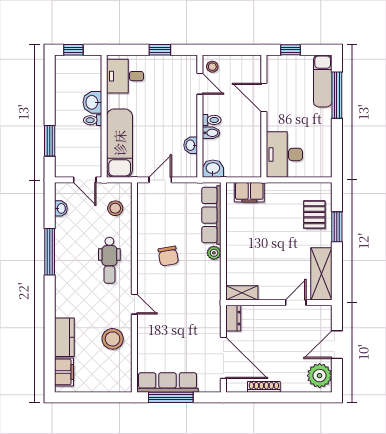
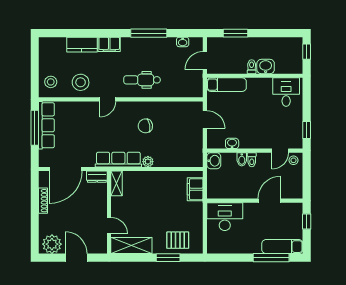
window: (160, 50) -> (307, 130), moved
exam couch: (120, 143) -> (227, 85), width x0.73, depth x0.69
stool: (115, 208) -> (51, 82), moved
row of seats: (211, 215) -> (118, 160), moved
filing cabinet: (64, 372) -> (109, 44), moved

